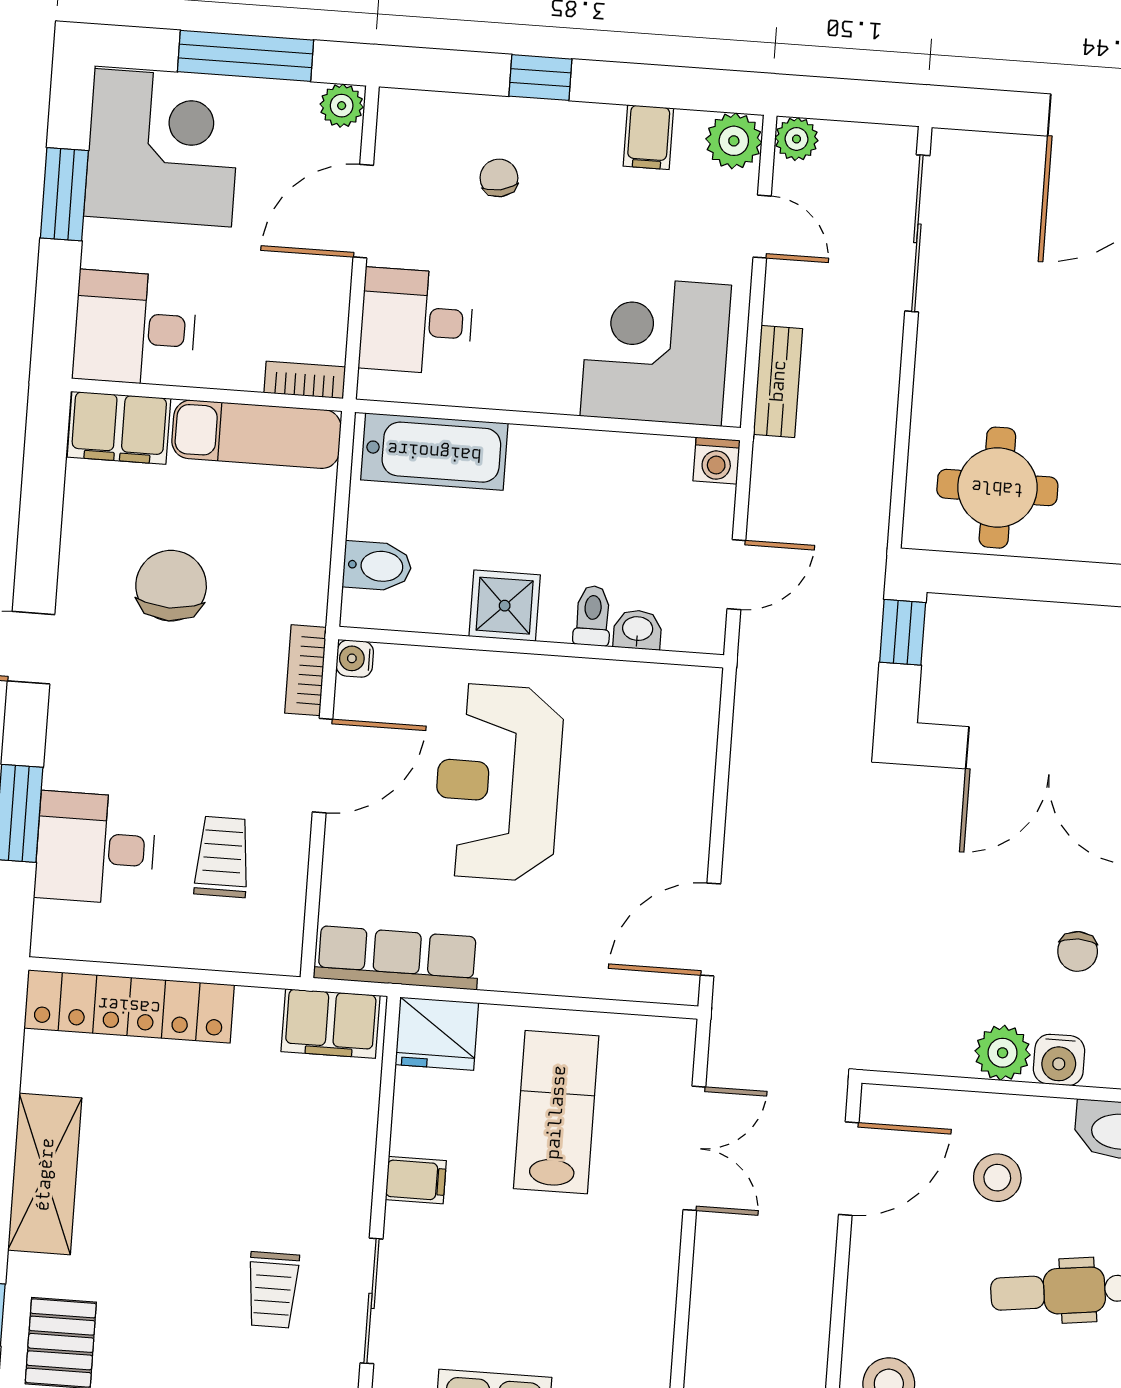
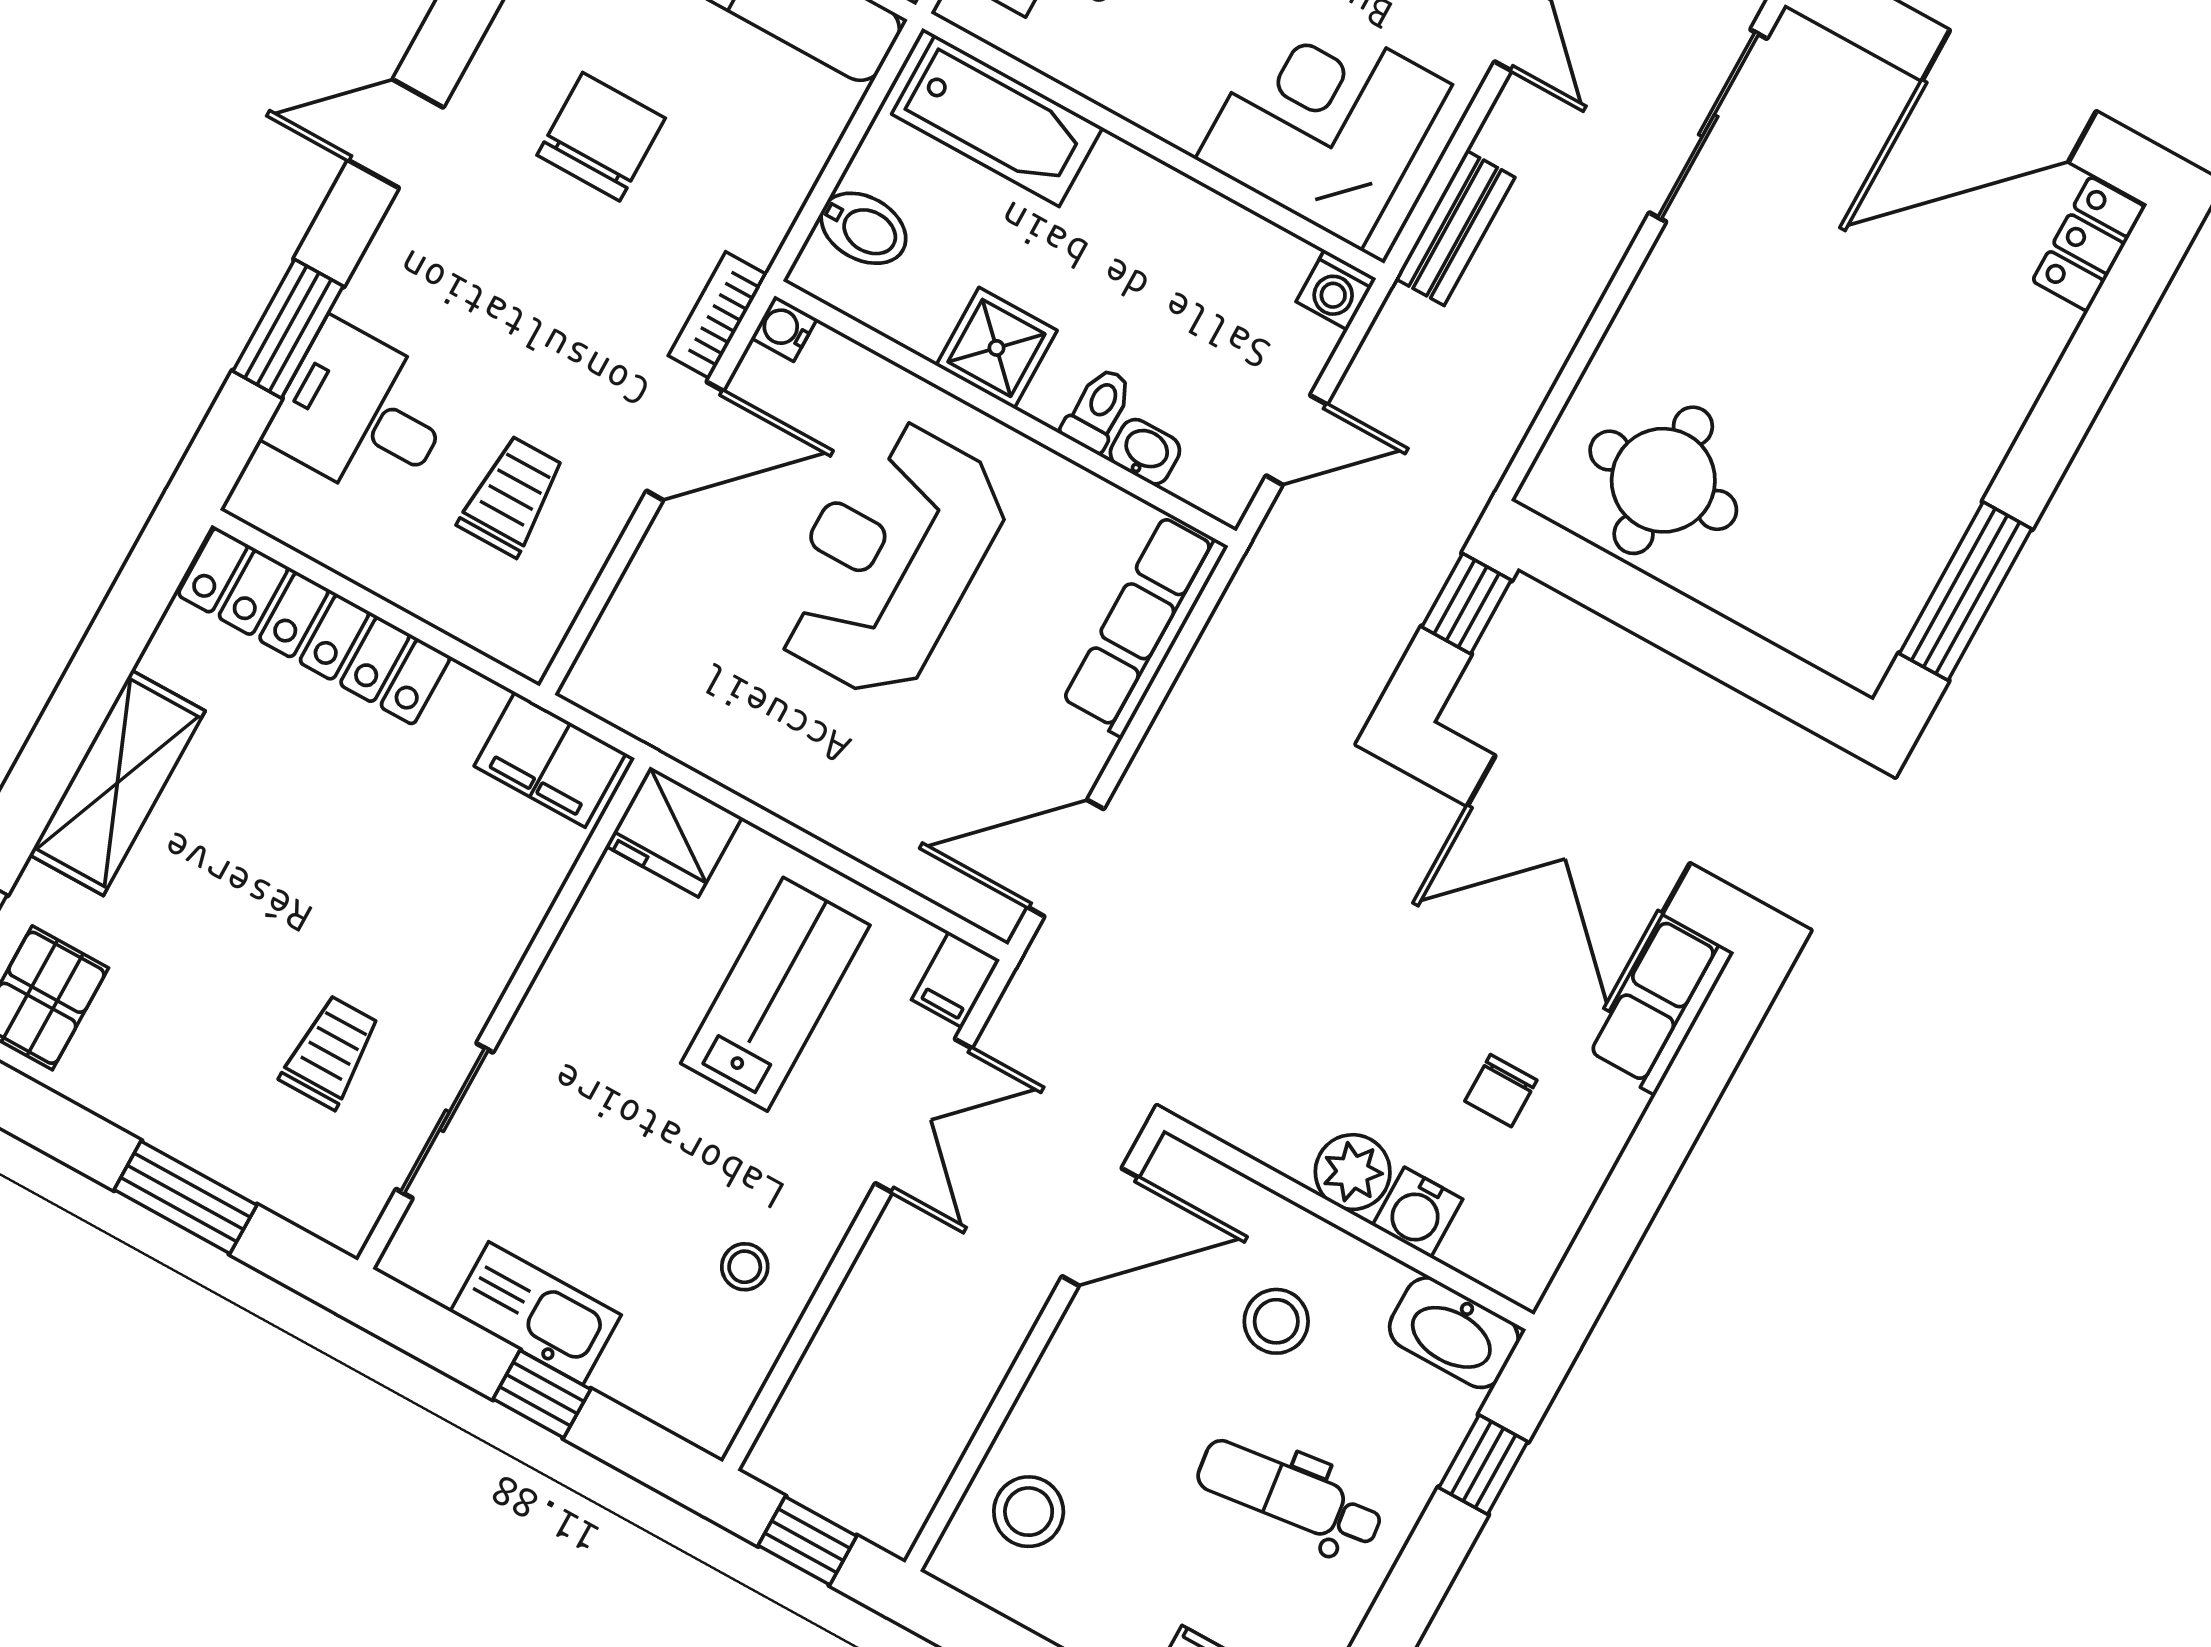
row of seats: (397, 958) -> (1144, 625), moved, turned -90
filing cabinet: (416, 1180) -> (956, 980), moved, turned 90
trolley: (273, 1290) -> (330, 1052), turned 180
stool: (620, 1306) -> (745, 1267), added

